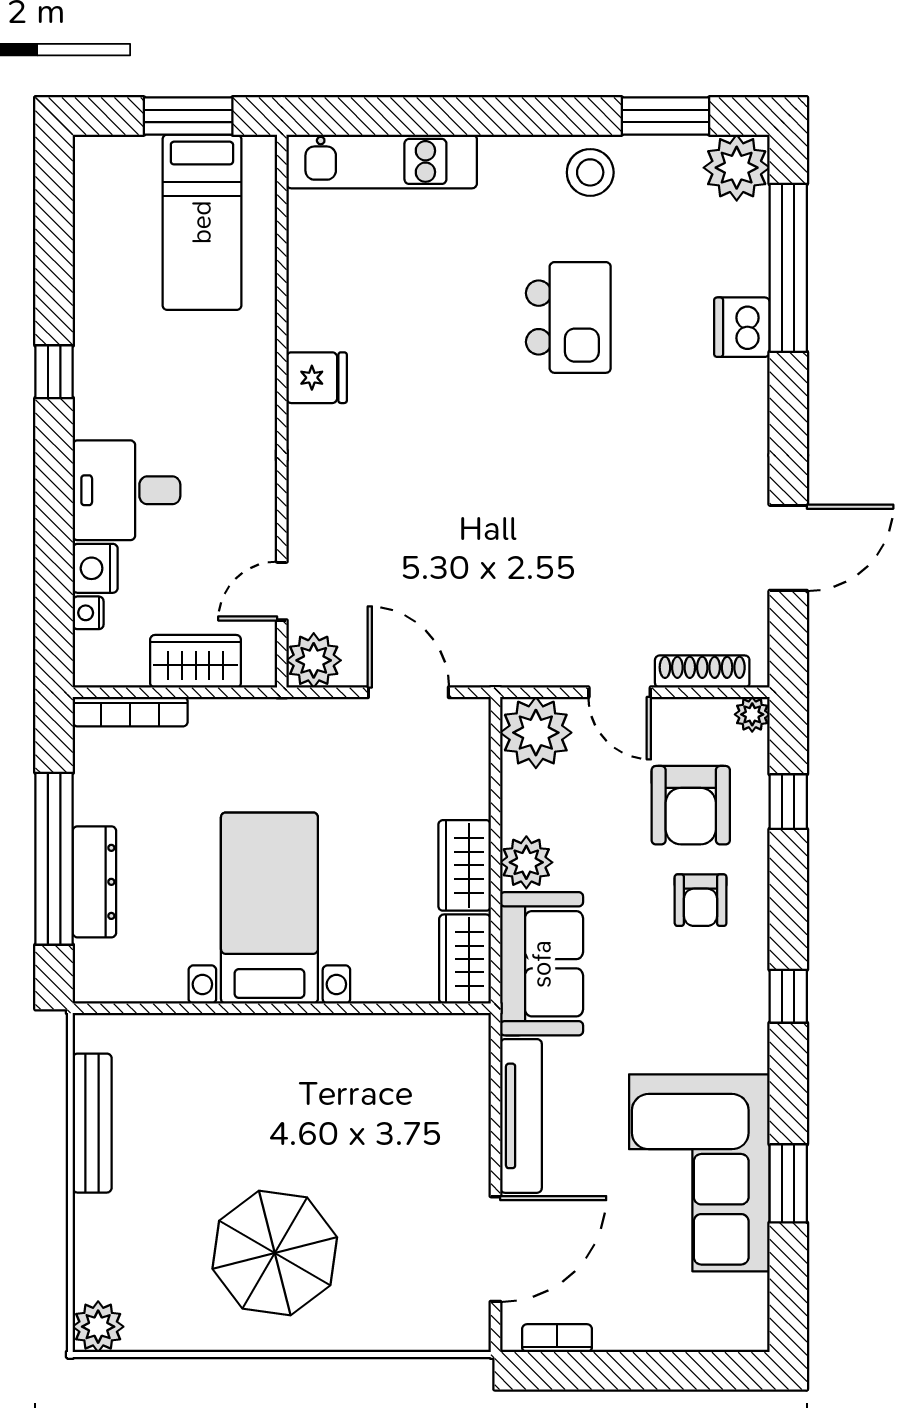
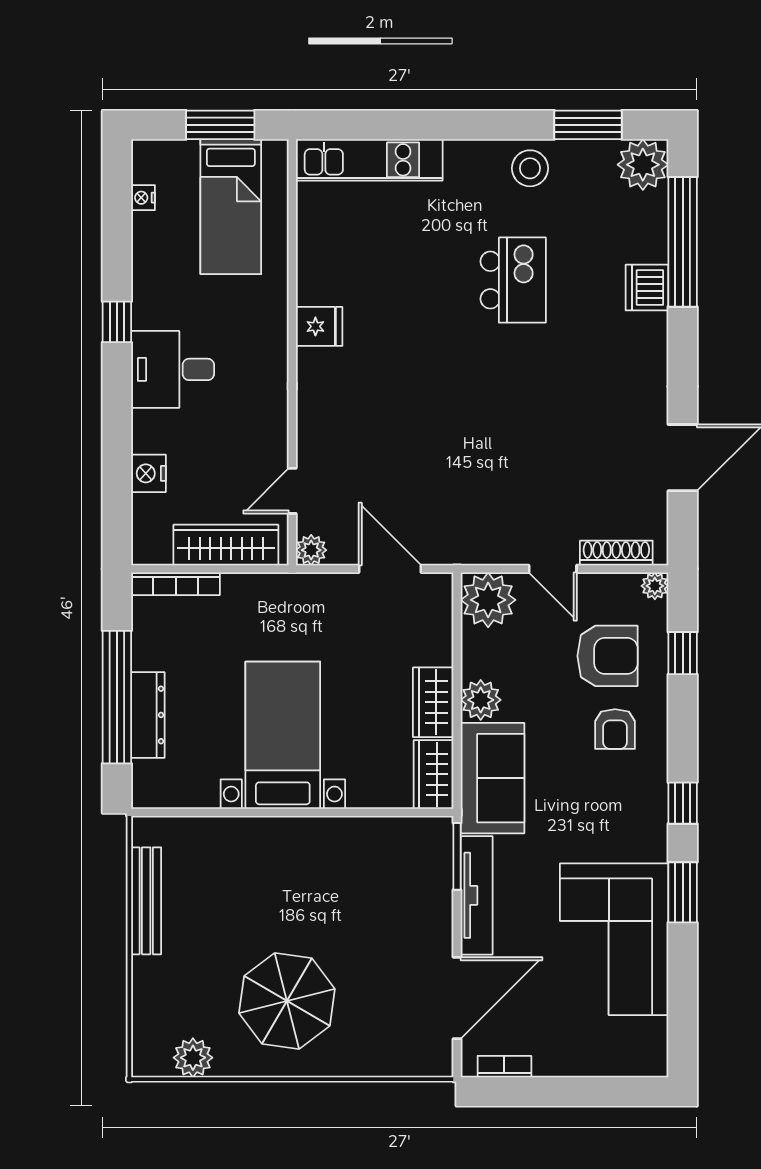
desk: (126, 490) -> (173, 369), moved
nightstand: (88, 613) -> (143, 198), moved
plant: (314, 660) -> (311, 550), width x0.73, depth x0.73
wardrobe: (196, 661) -> (226, 545), width x1.50
armchair: (691, 805) -> (607, 656), turned -90
window: (496, 1065) -> (457, 856), added
window: (788, 1183) -> (683, 892), moved
plant: (98, 1327) -> (193, 1058), moved

